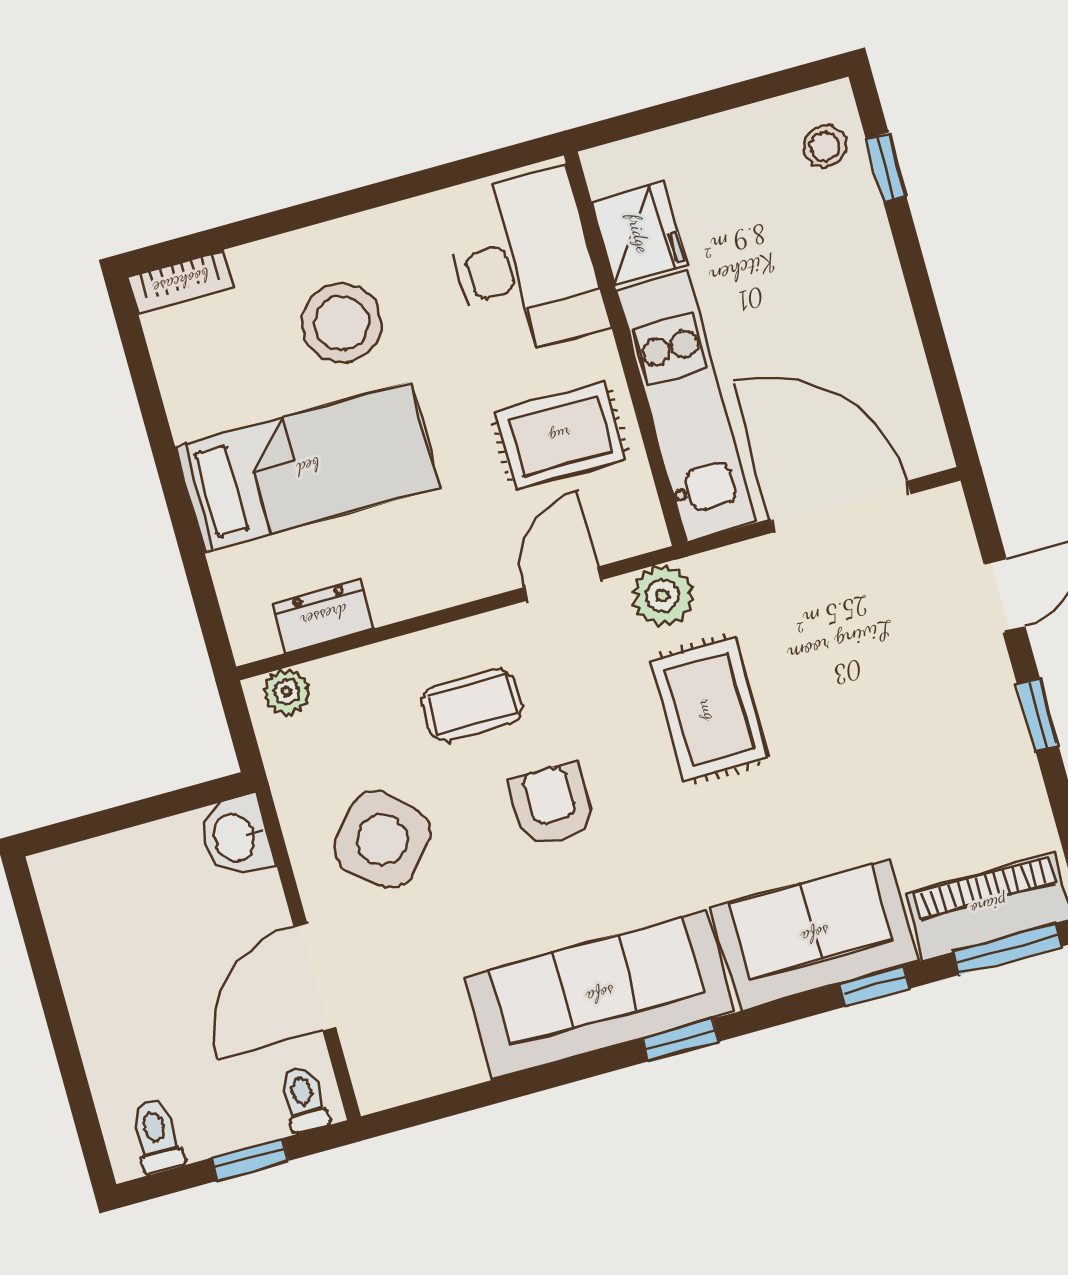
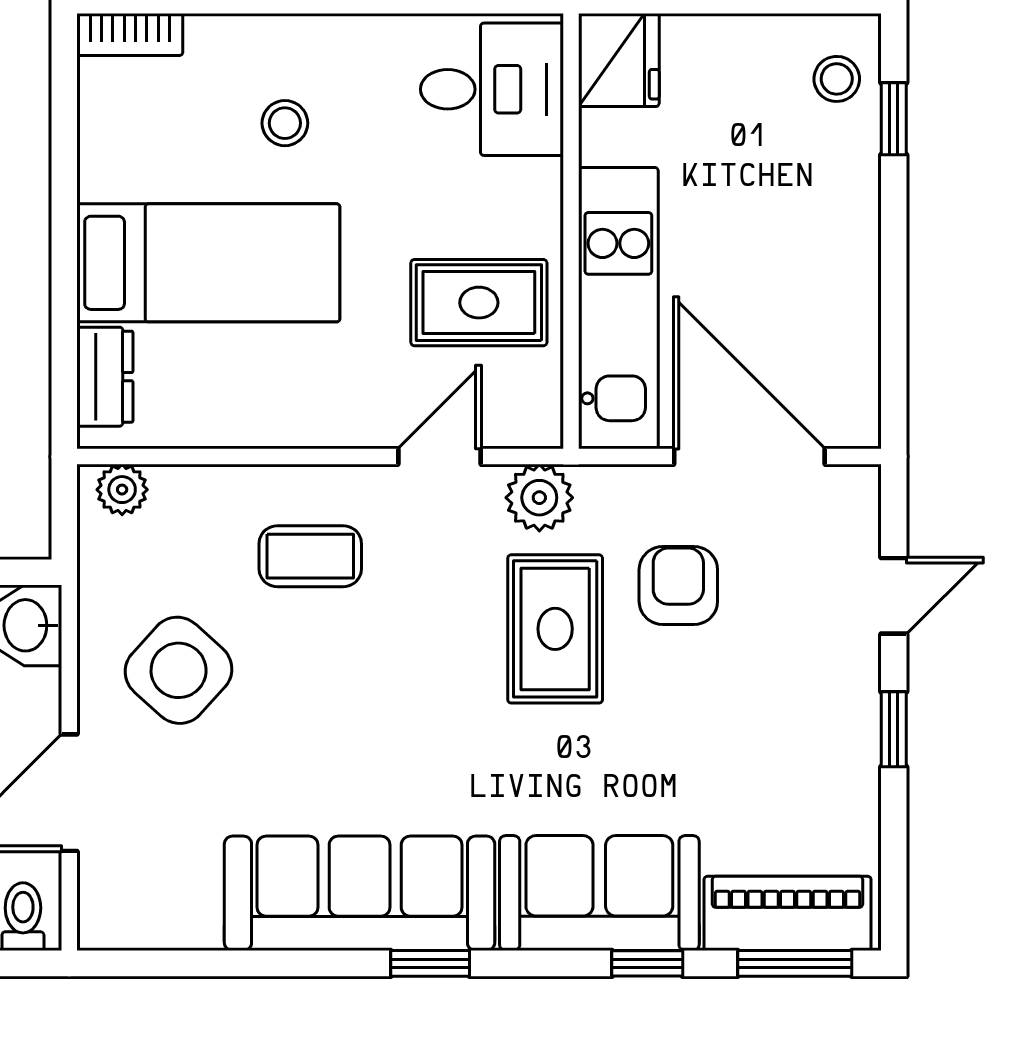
fridge: (639, 233) -> (619, 60), moved
desk: (525, 263) -> (492, 89), width x0.73
stool: (342, 323) -> (285, 123), width x0.53, depth x0.53
dresser: (324, 616) -> (105, 377), moved, turned 90
armchair: (552, 805) -> (678, 586), moved

